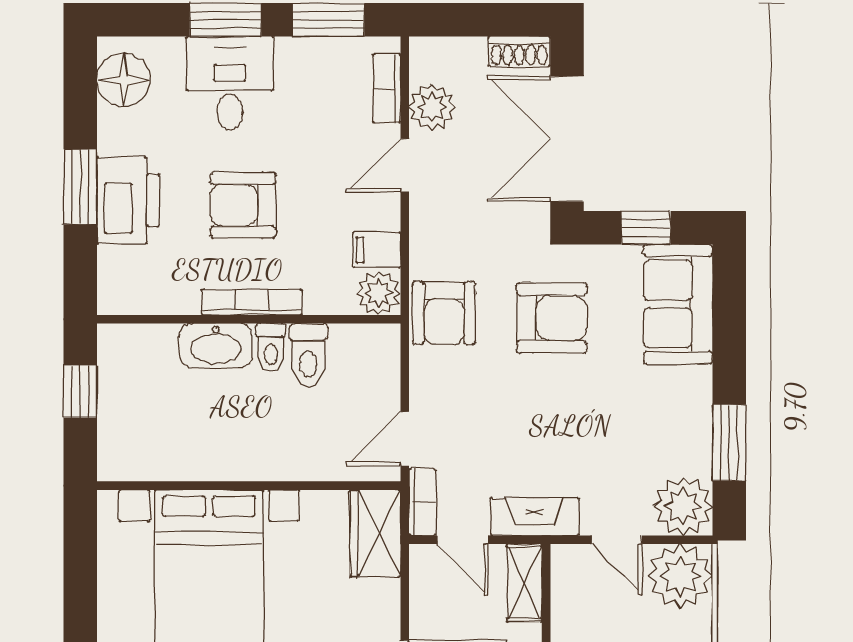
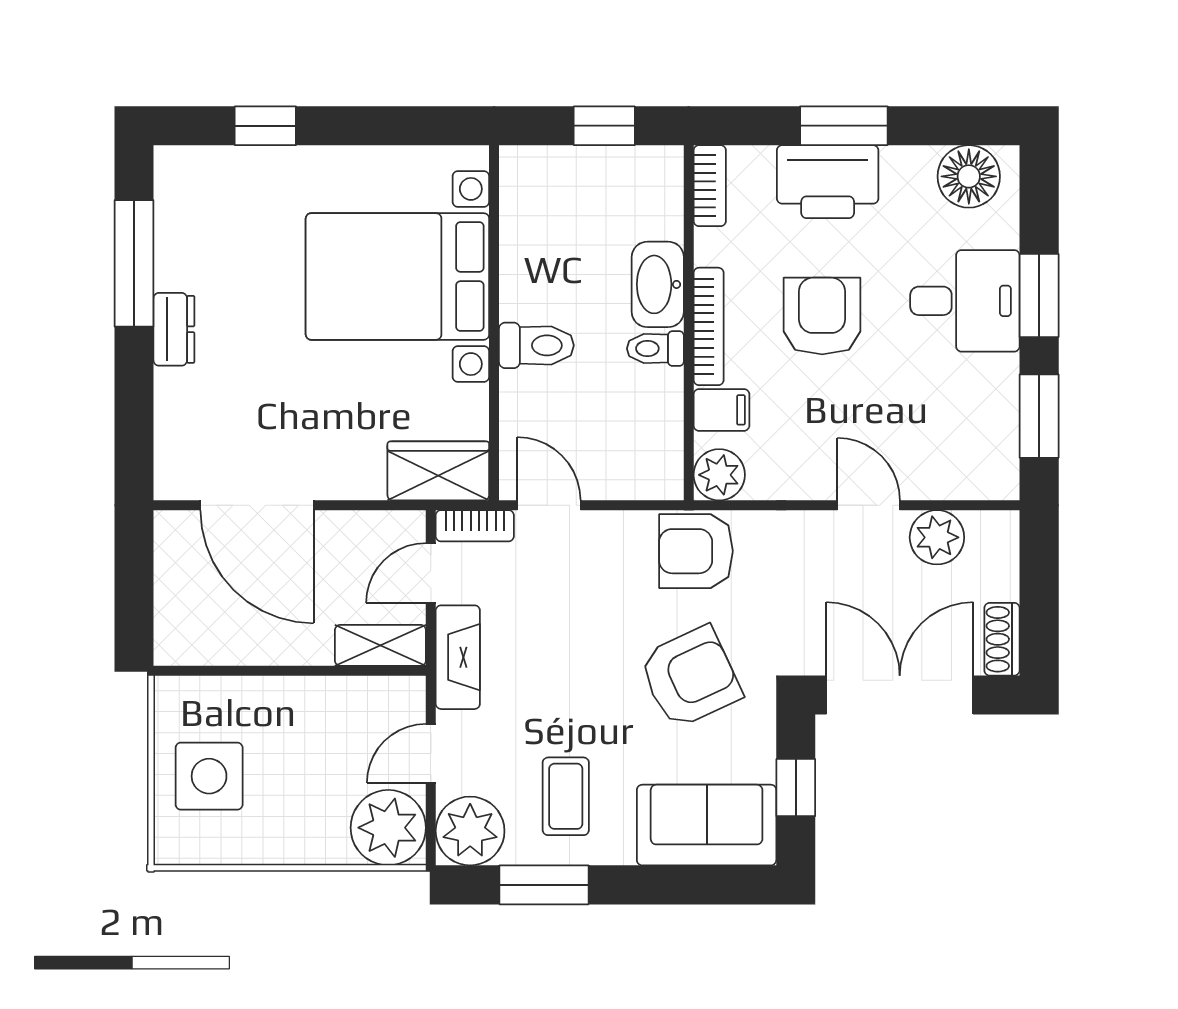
bookcase: (387, 88) -> (710, 186), moved, turned 90
filing cabinet: (377, 250) -> (721, 410), moved, turned 90
armchair: (552, 318) -> (690, 677), turned -115
toilet: (308, 355) -> (536, 345), moved, turned 180
coffee table: (653, 424) -> (566, 796), added

